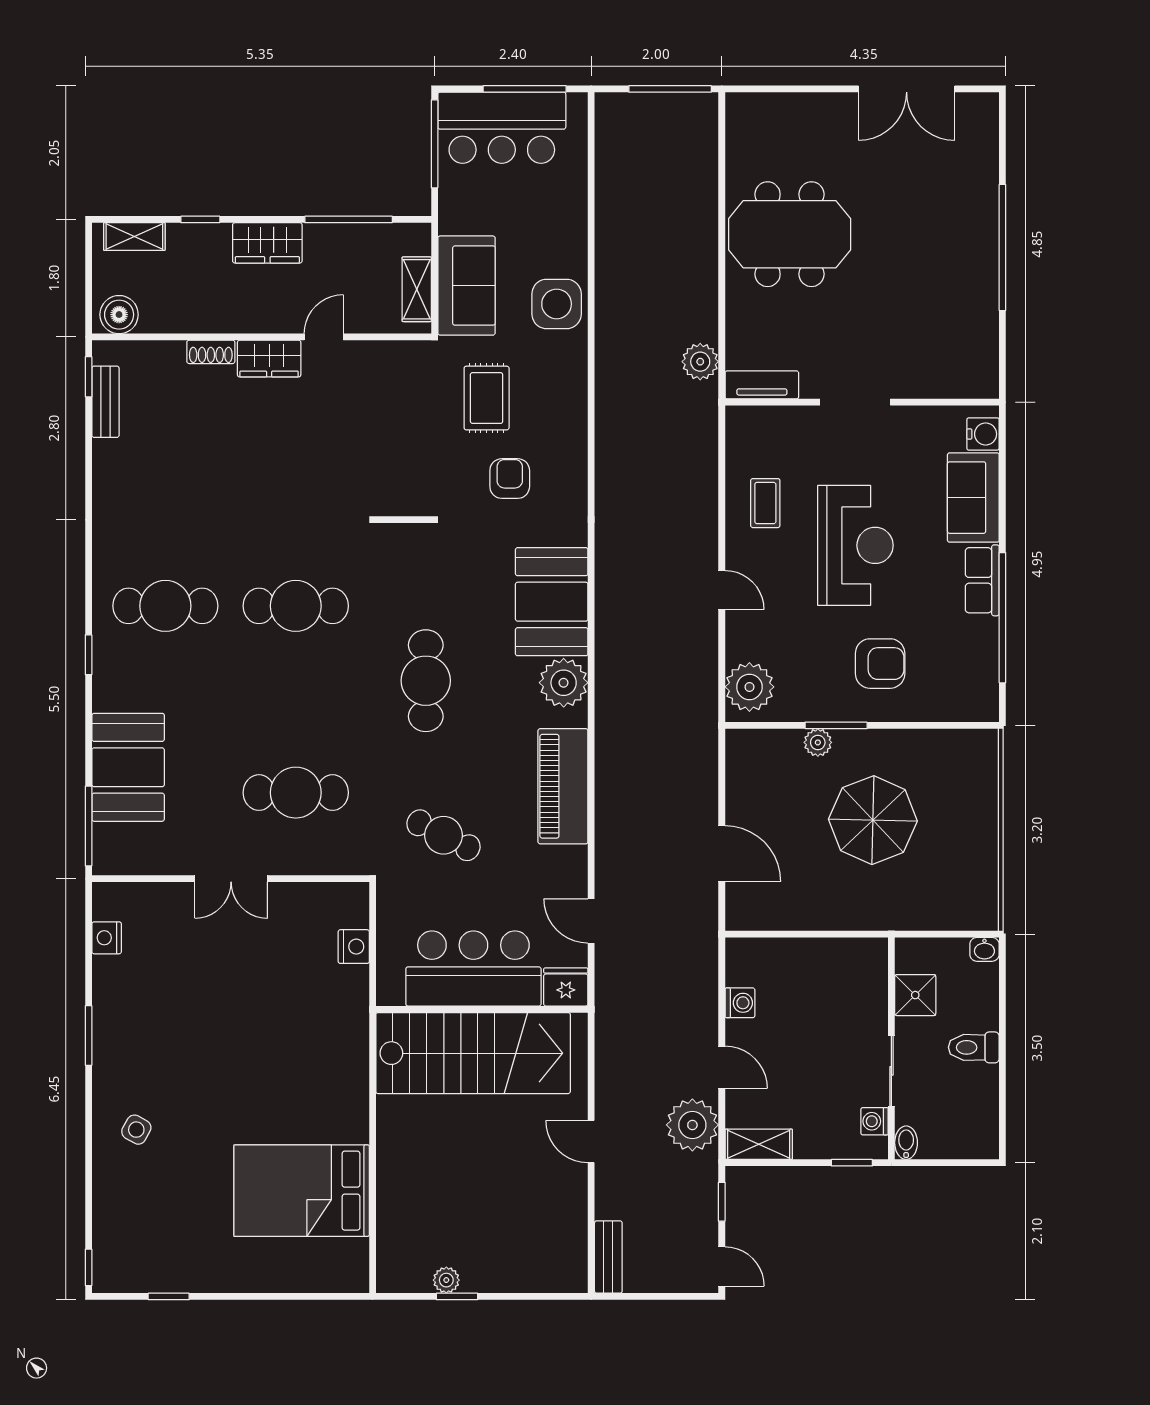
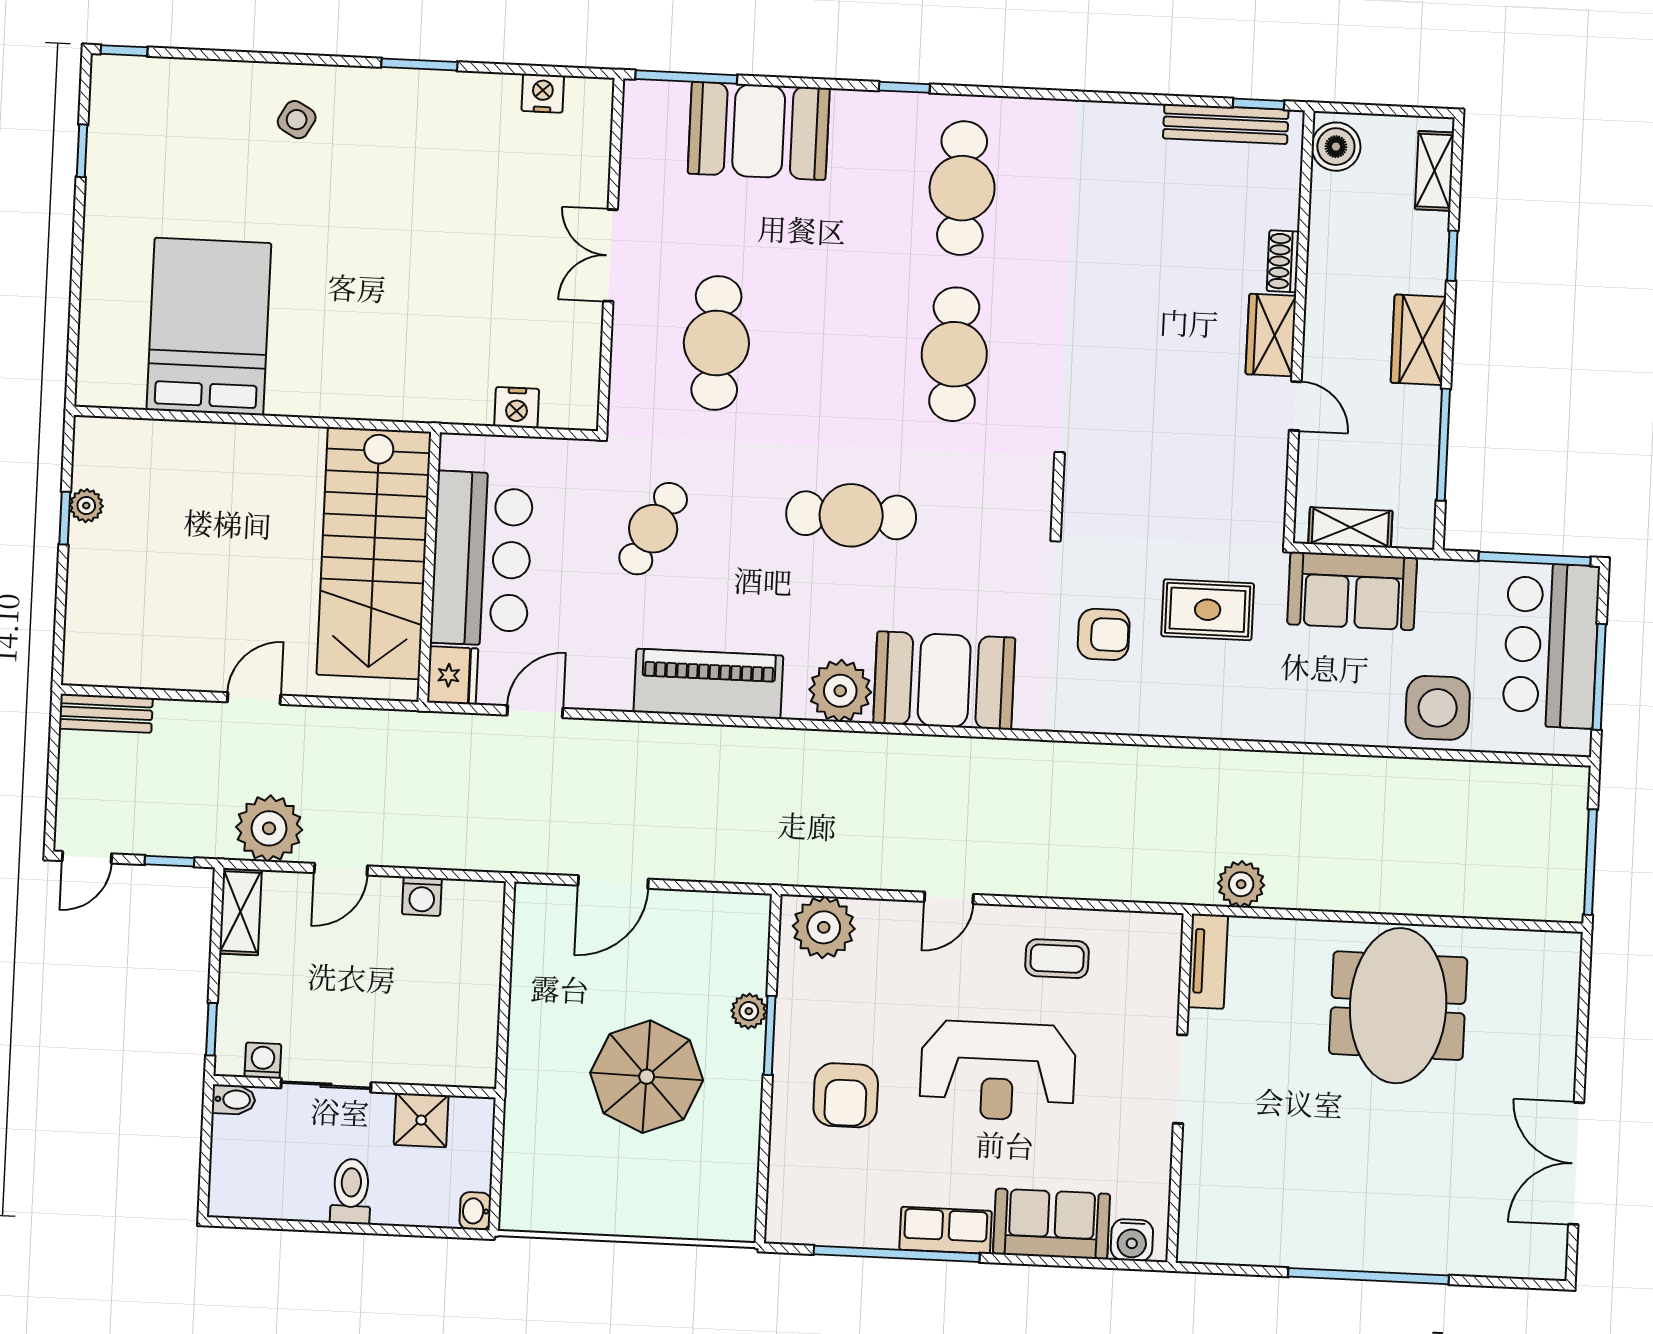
side table: (557, 304) -> (1438, 708), moved
bench: (105, 402) -> (1226, 124), width x1.36

